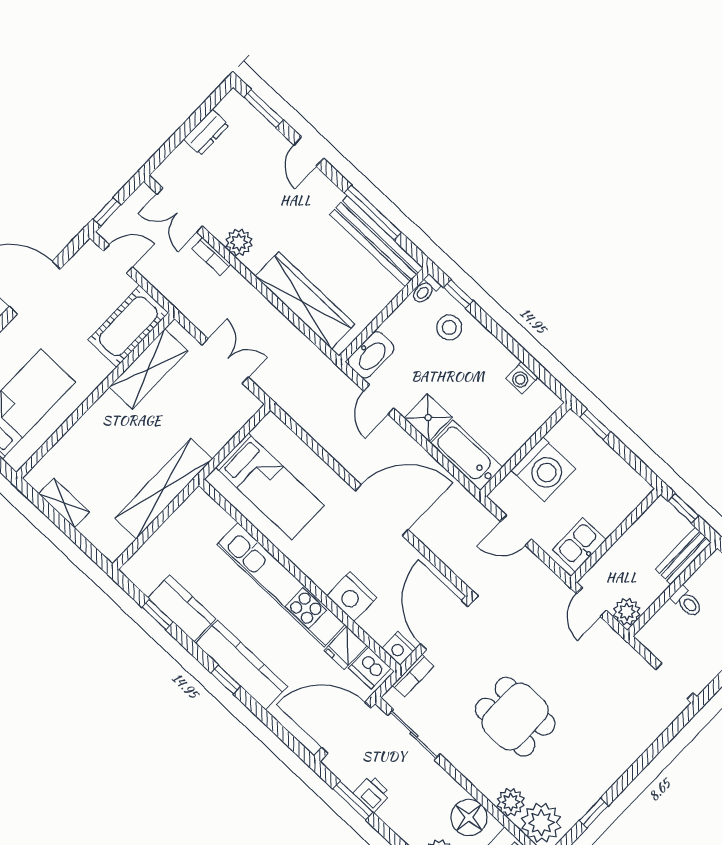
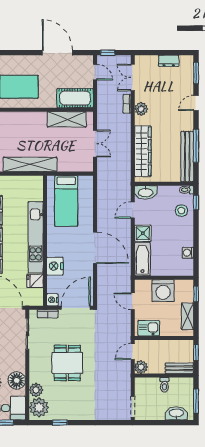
shelving: (617, 469) -> (187, 316), added
dishwasher: (370, 668) -> (36, 296), removed

